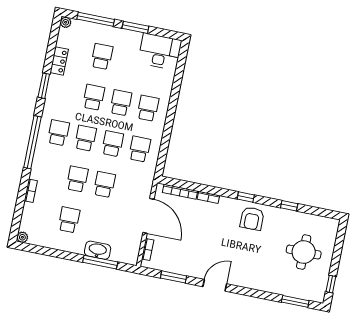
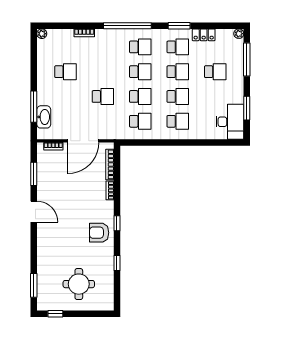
window: (135, 27) -> (247, 108), moved
school desk: (77, 179) -> (178, 47), moved
washbasin: (98, 250) -> (44, 117), moved

